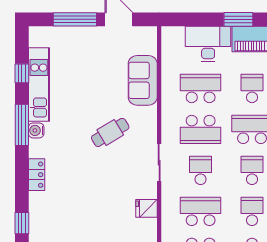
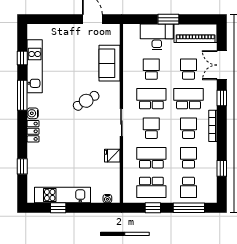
window: (75, 19) -> (61, 19), removed
window: (238, 19) -> (168, 19), moved
school desk: (201, 89) -> (151, 69), width x0.54
school desk: (201, 129) -> (151, 99), turned 180
water cooler: (36, 130) -> (33, 113), moved

